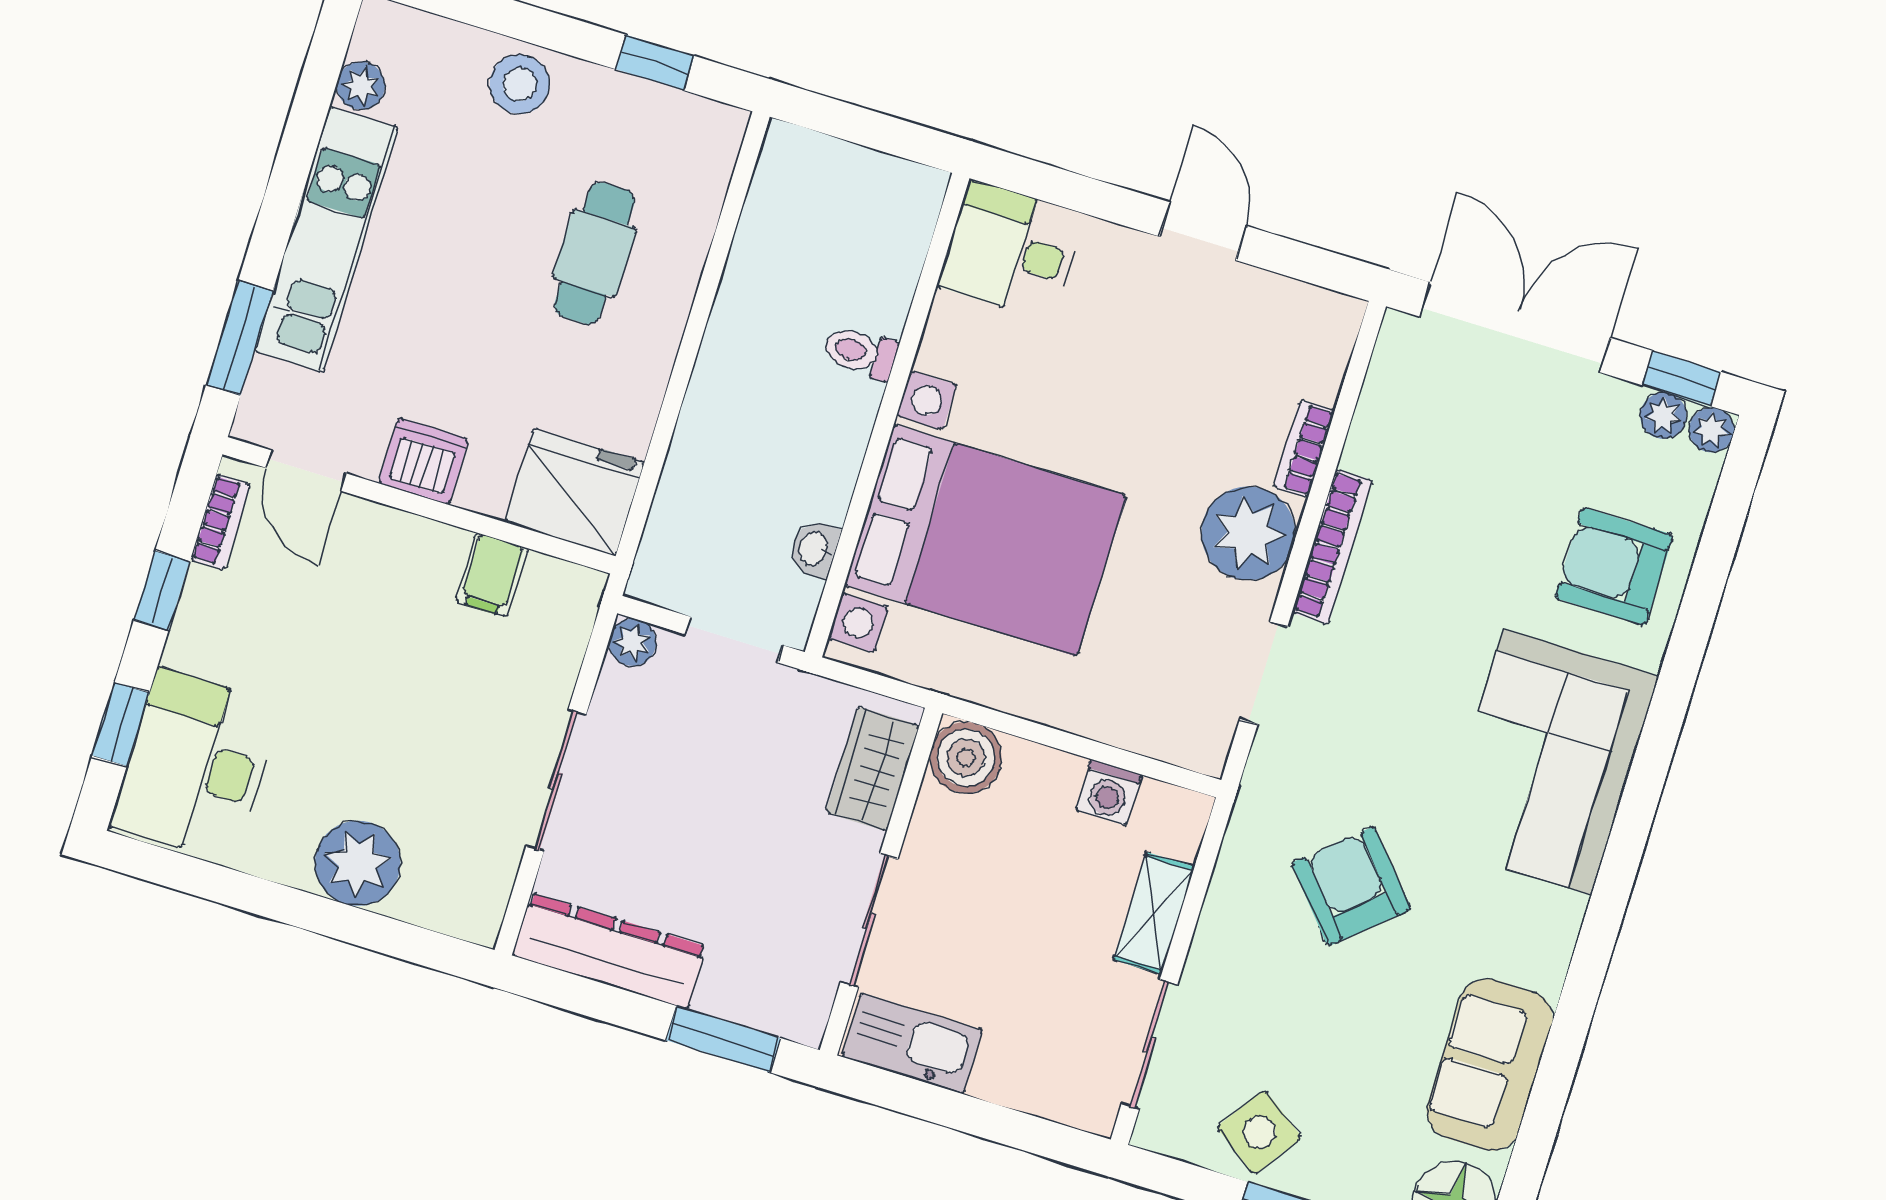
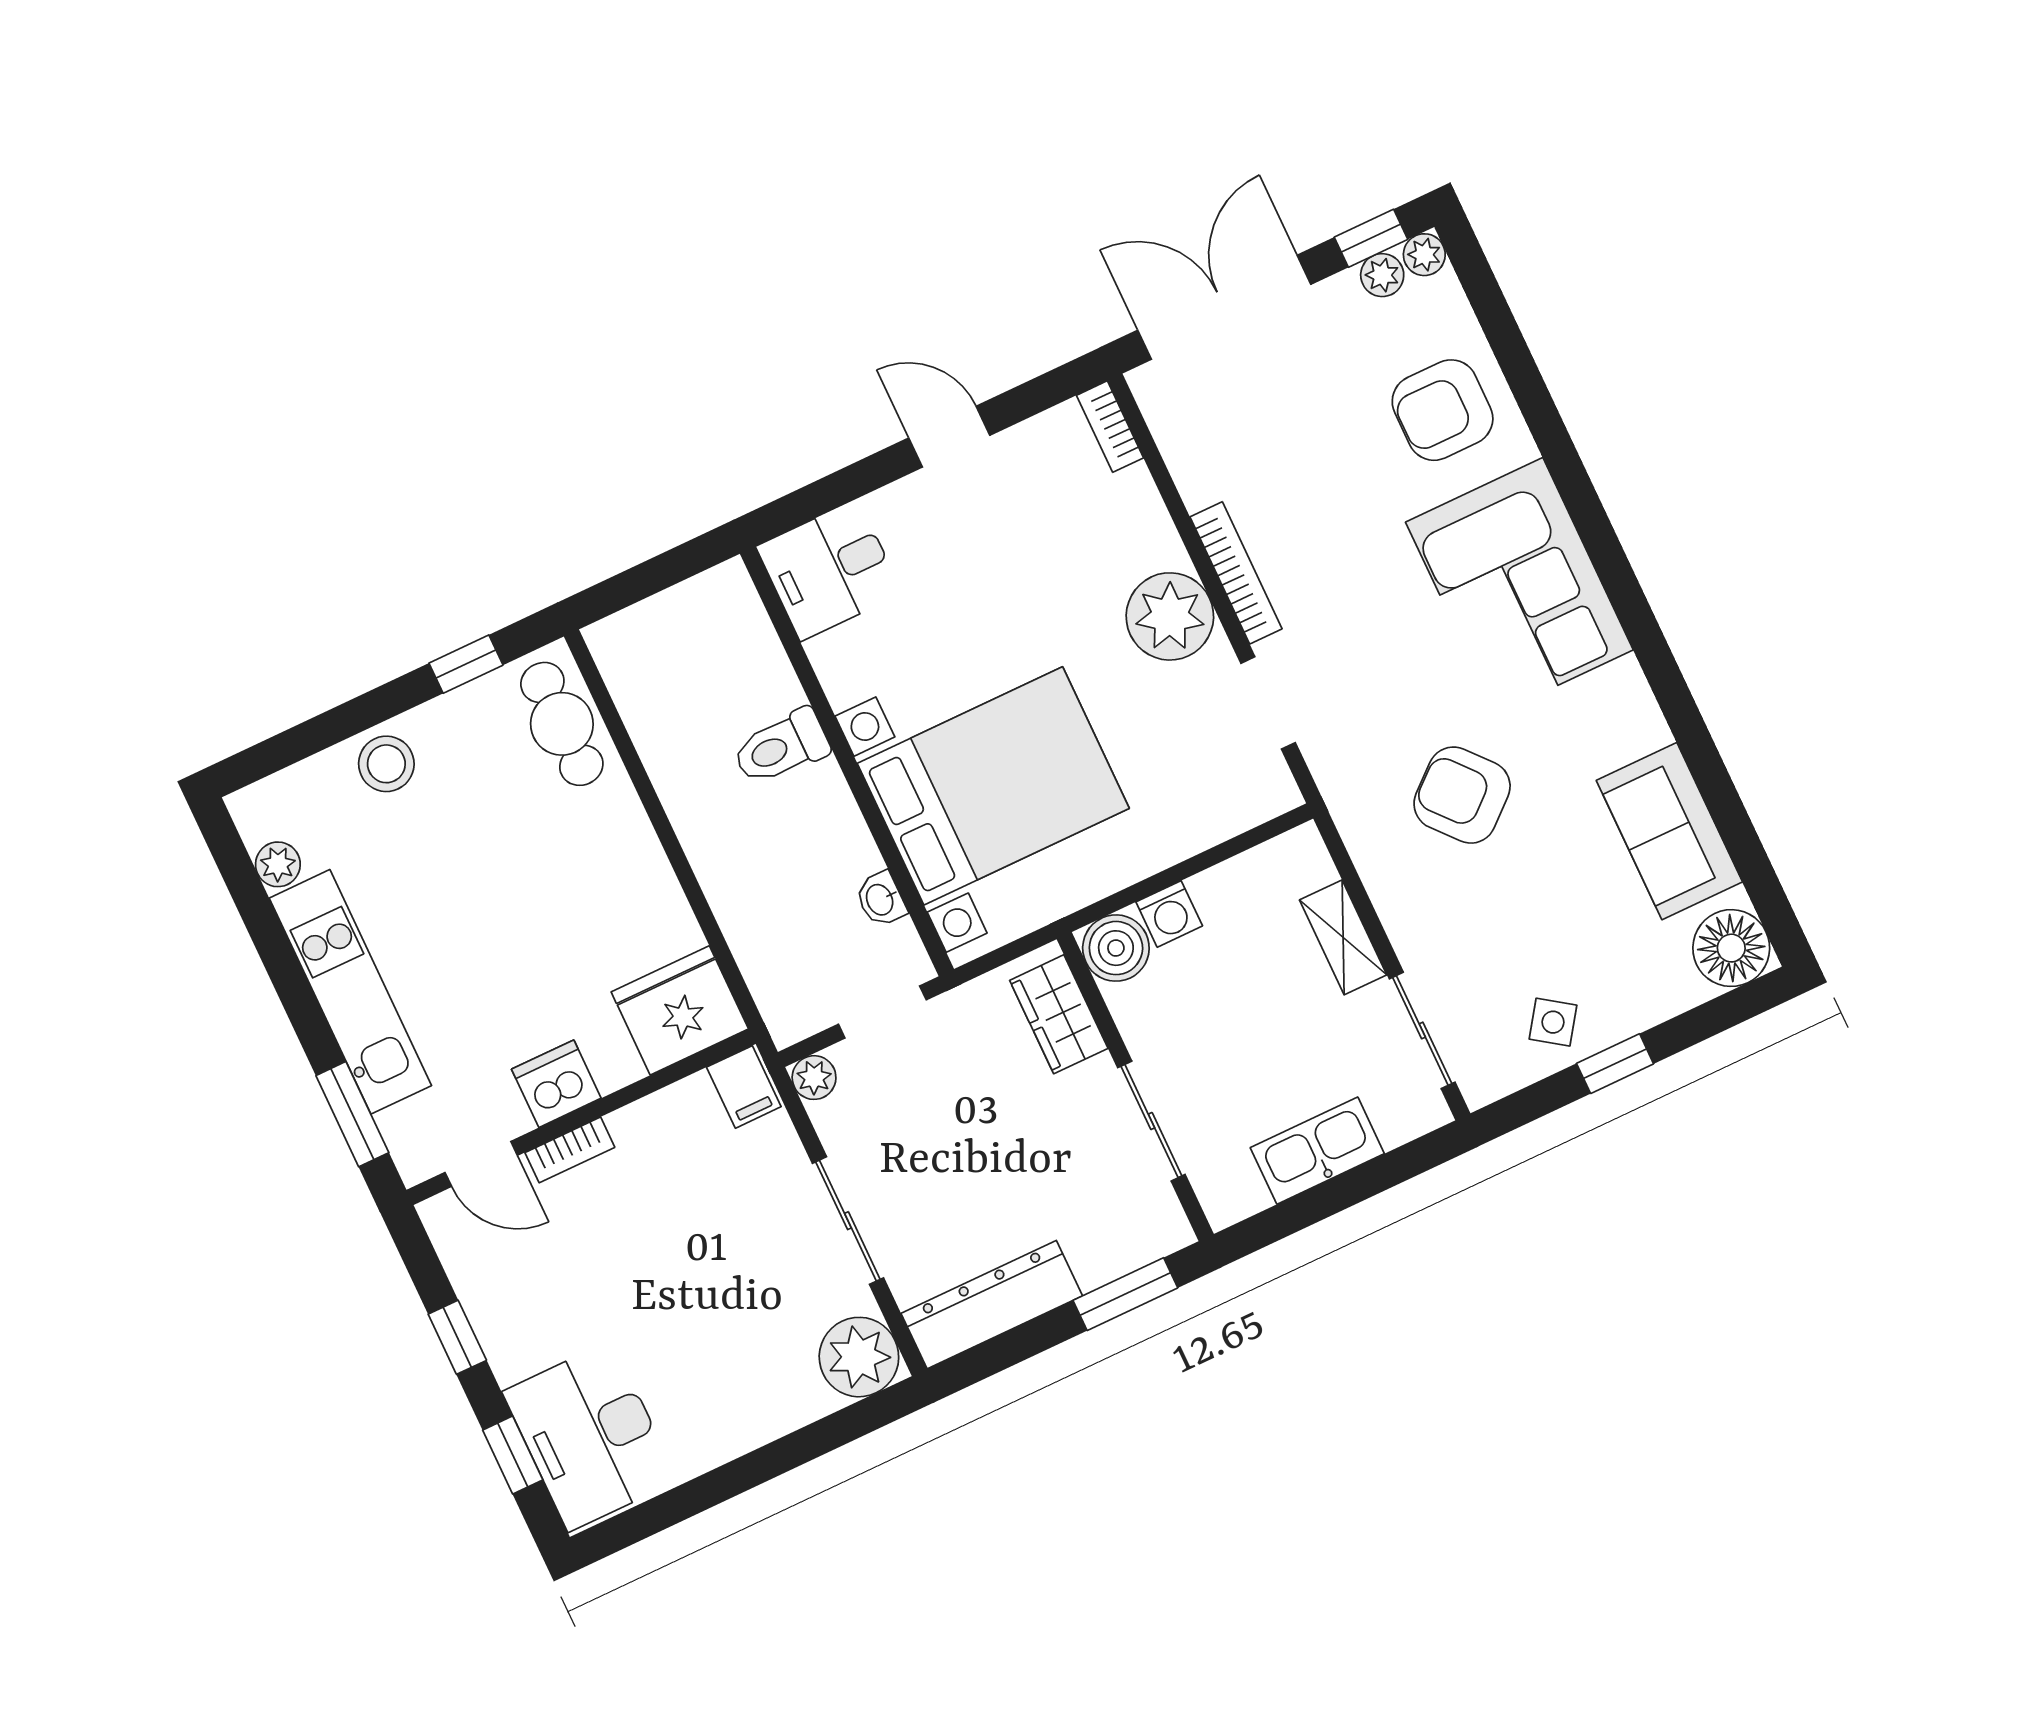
cafe table: (594, 253) -> (562, 724), moved
toilet: (860, 352) -> (781, 747), width x1.37, depth x1.39
bookcase: (1304, 449) -> (1110, 427), moved
bookcase: (220, 522) -> (570, 1150), moved, turned 90
filing cabinet: (492, 575) -> (744, 1087), moved
washing machine: (1109, 792) -> (1169, 914), moved
plant: (358, 863) -> (859, 1357), moved
kitchen sink: (912, 1043) -> (1317, 1151), moved
side table: (1259, 1132) -> (1553, 1022), width x0.73, depth x0.73

